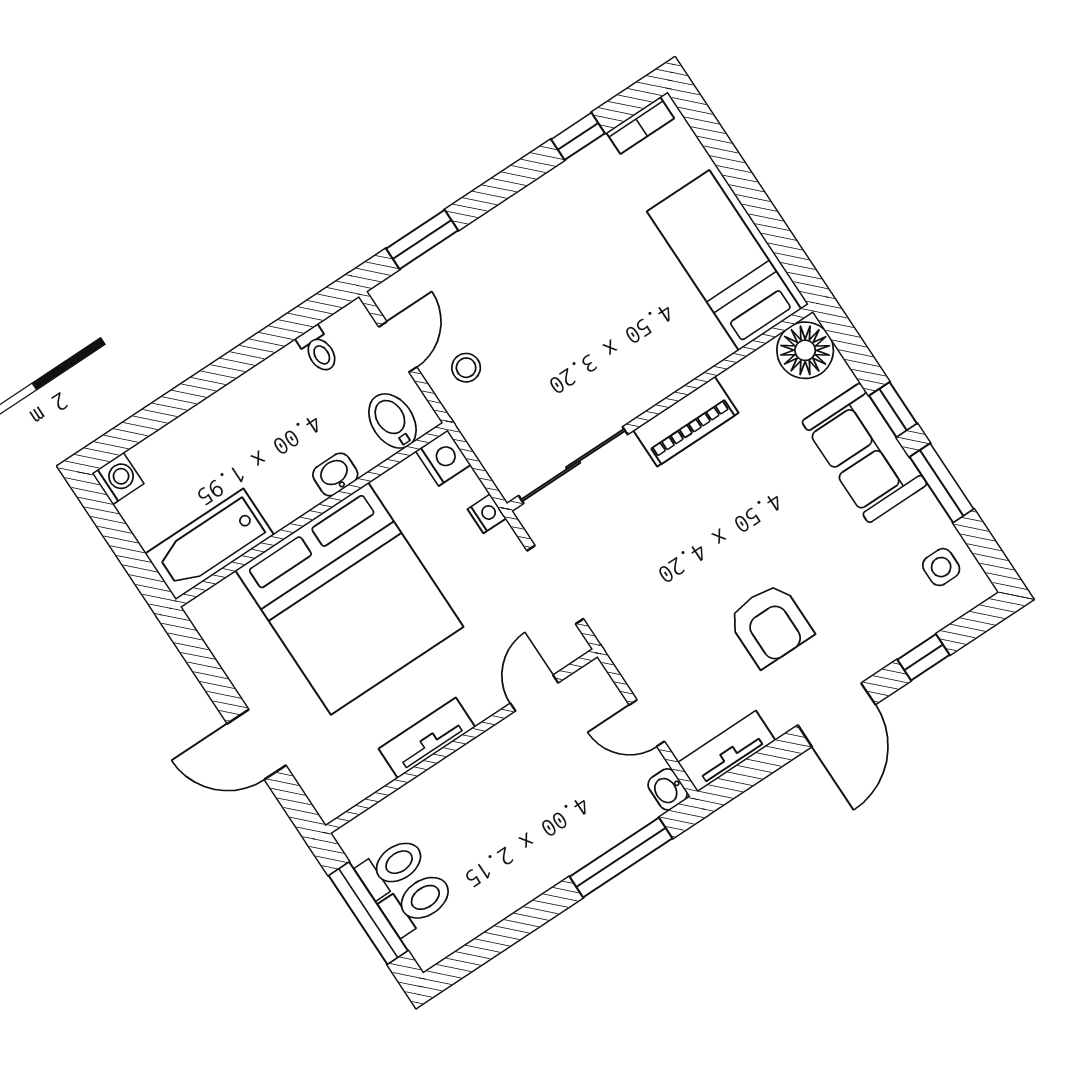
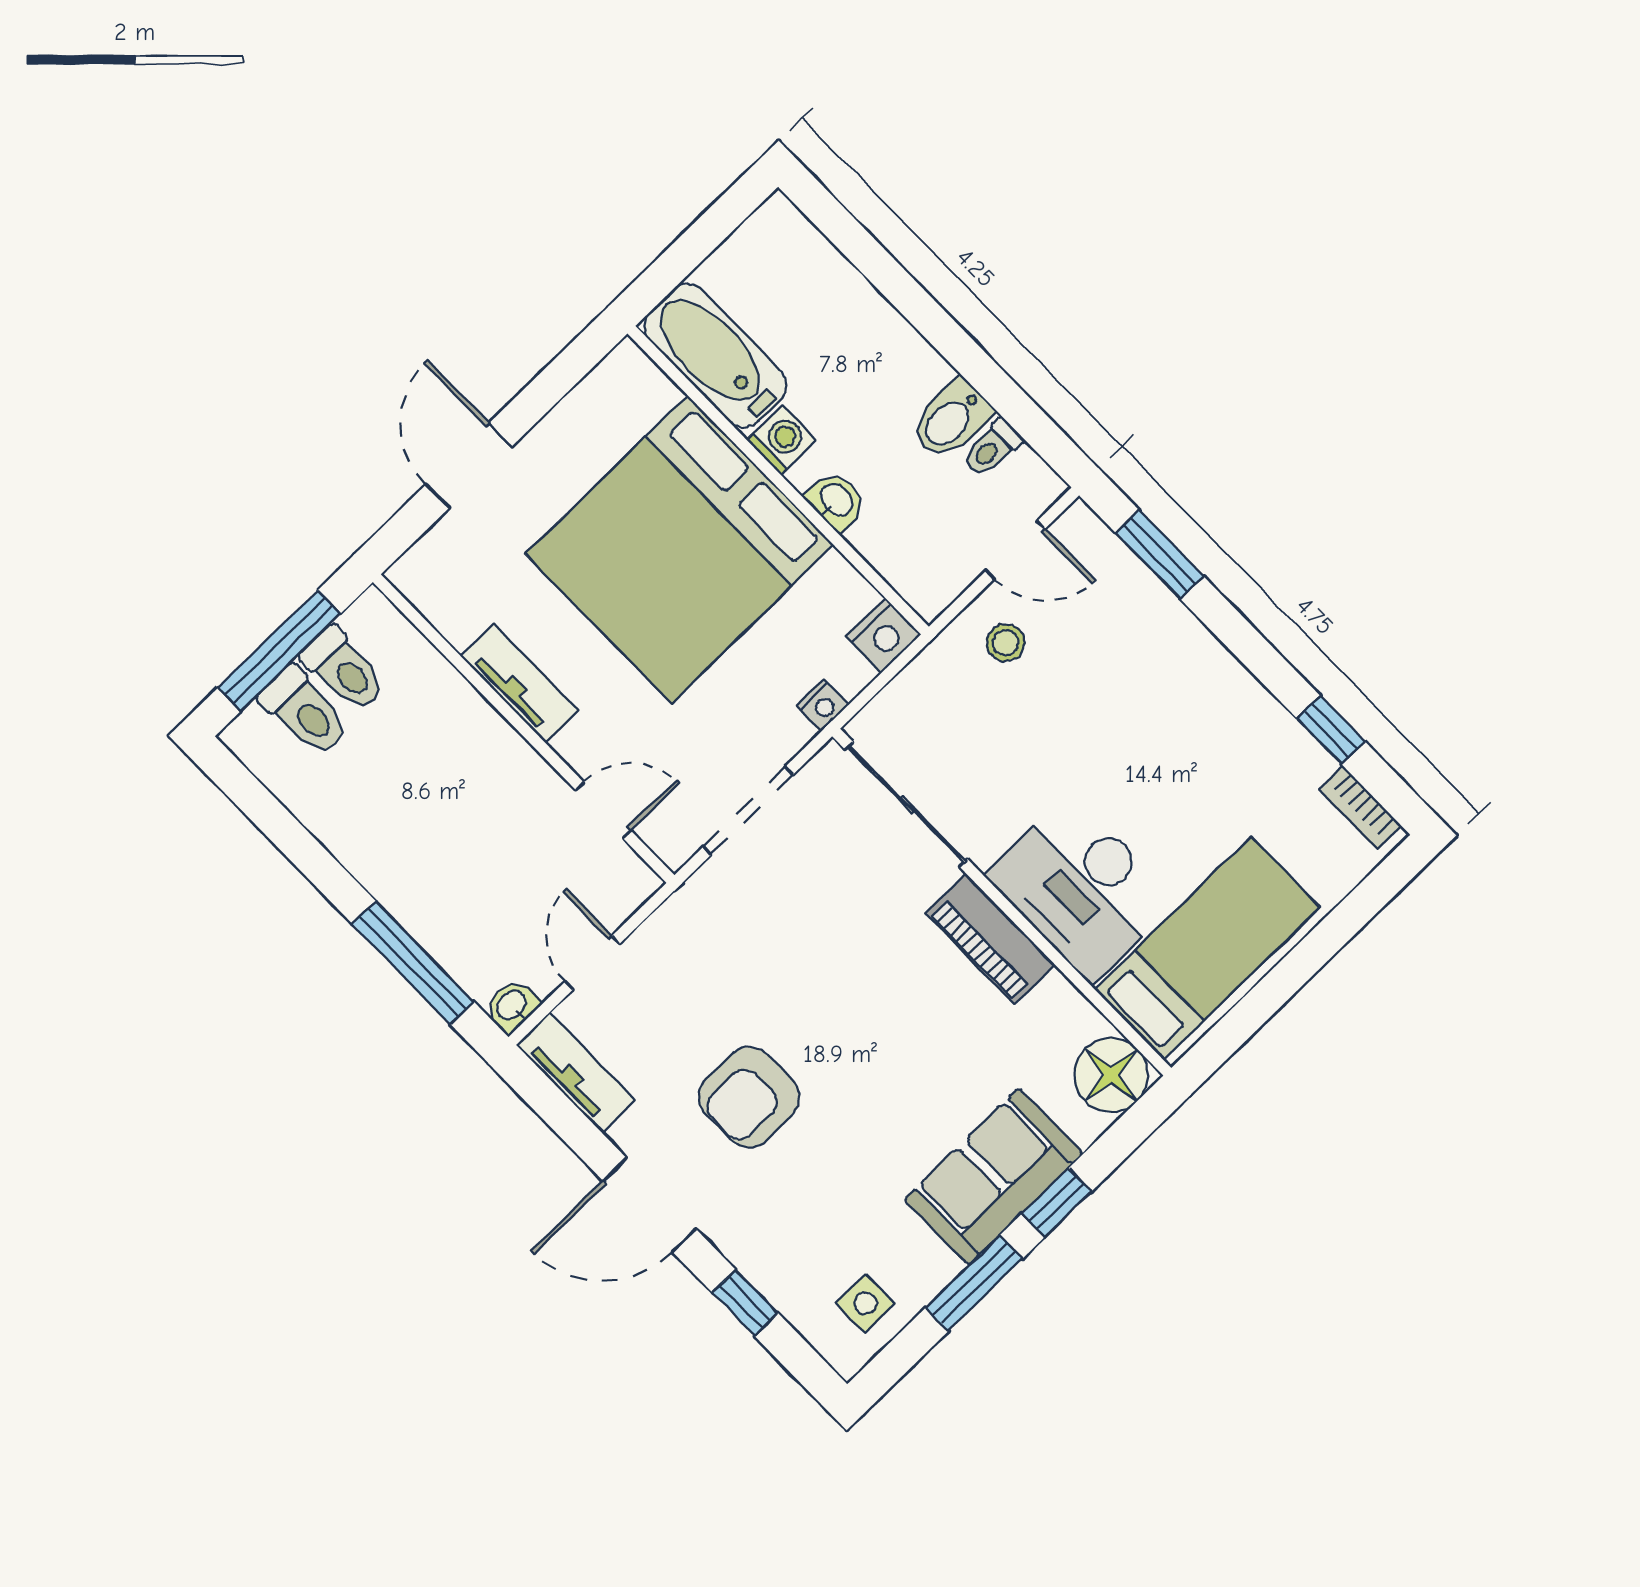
desk: (661, 346) -> (1081, 888), added
bidet: (392, 421) -> (951, 420), moved, turned 180
washing machine: (118, 478) -> (781, 440), moved, turned -90

